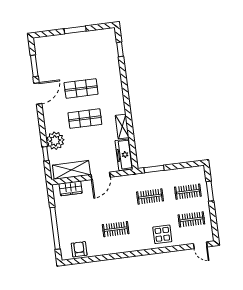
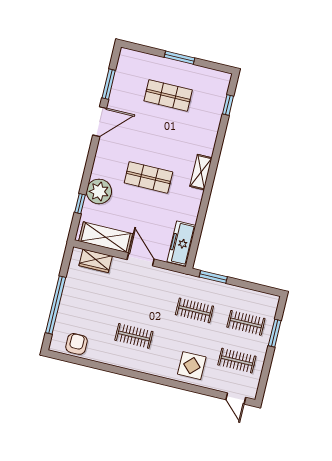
shop shelf: (81, 88) -> (168, 95), moved
shelving: (122, 127) -> (201, 172), moved
door: (101, 176) -> (141, 259), swing flipped

